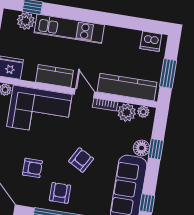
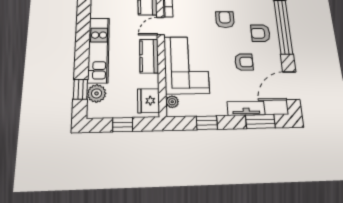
armchair: (81, 160) -> (225, 20), turned 61
armchair: (32, 168) -> (244, 62), turned 90

